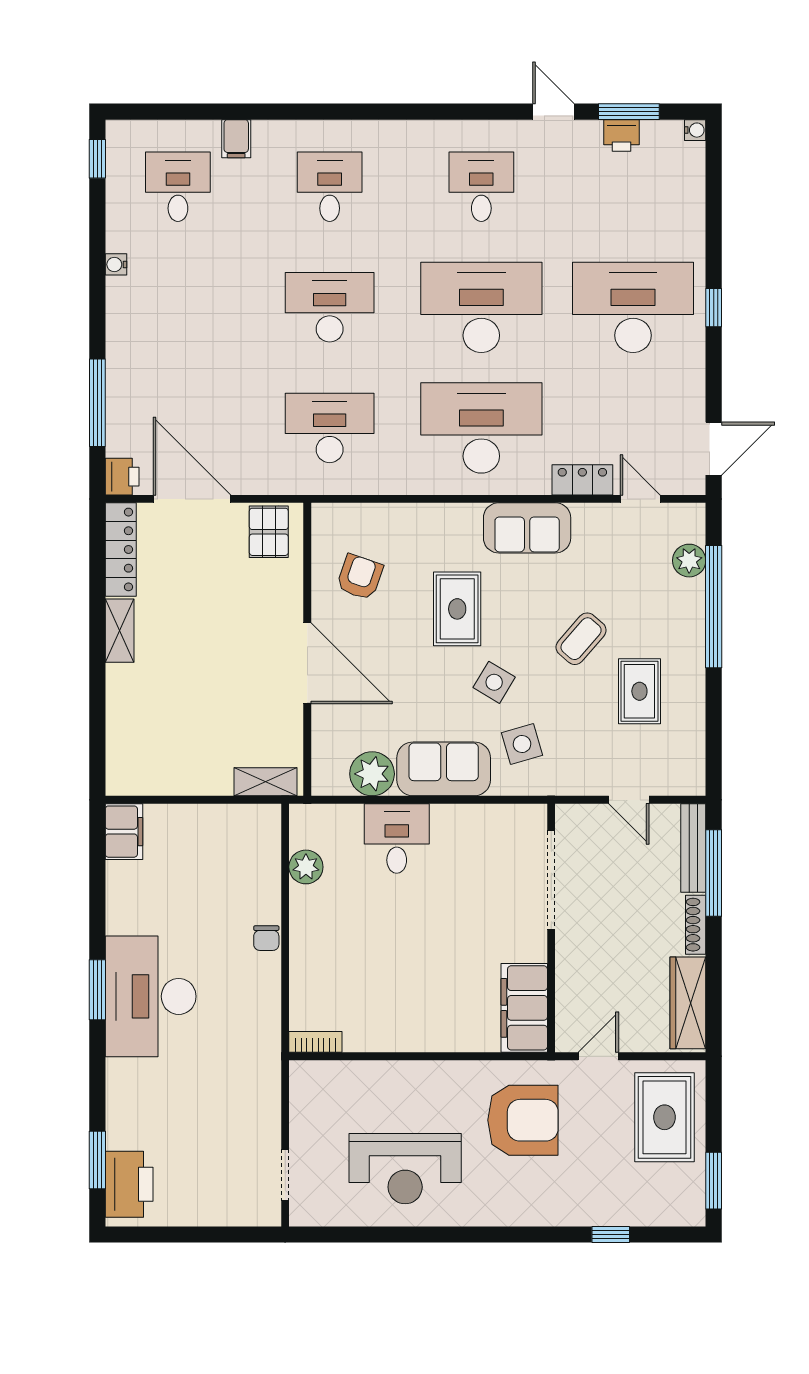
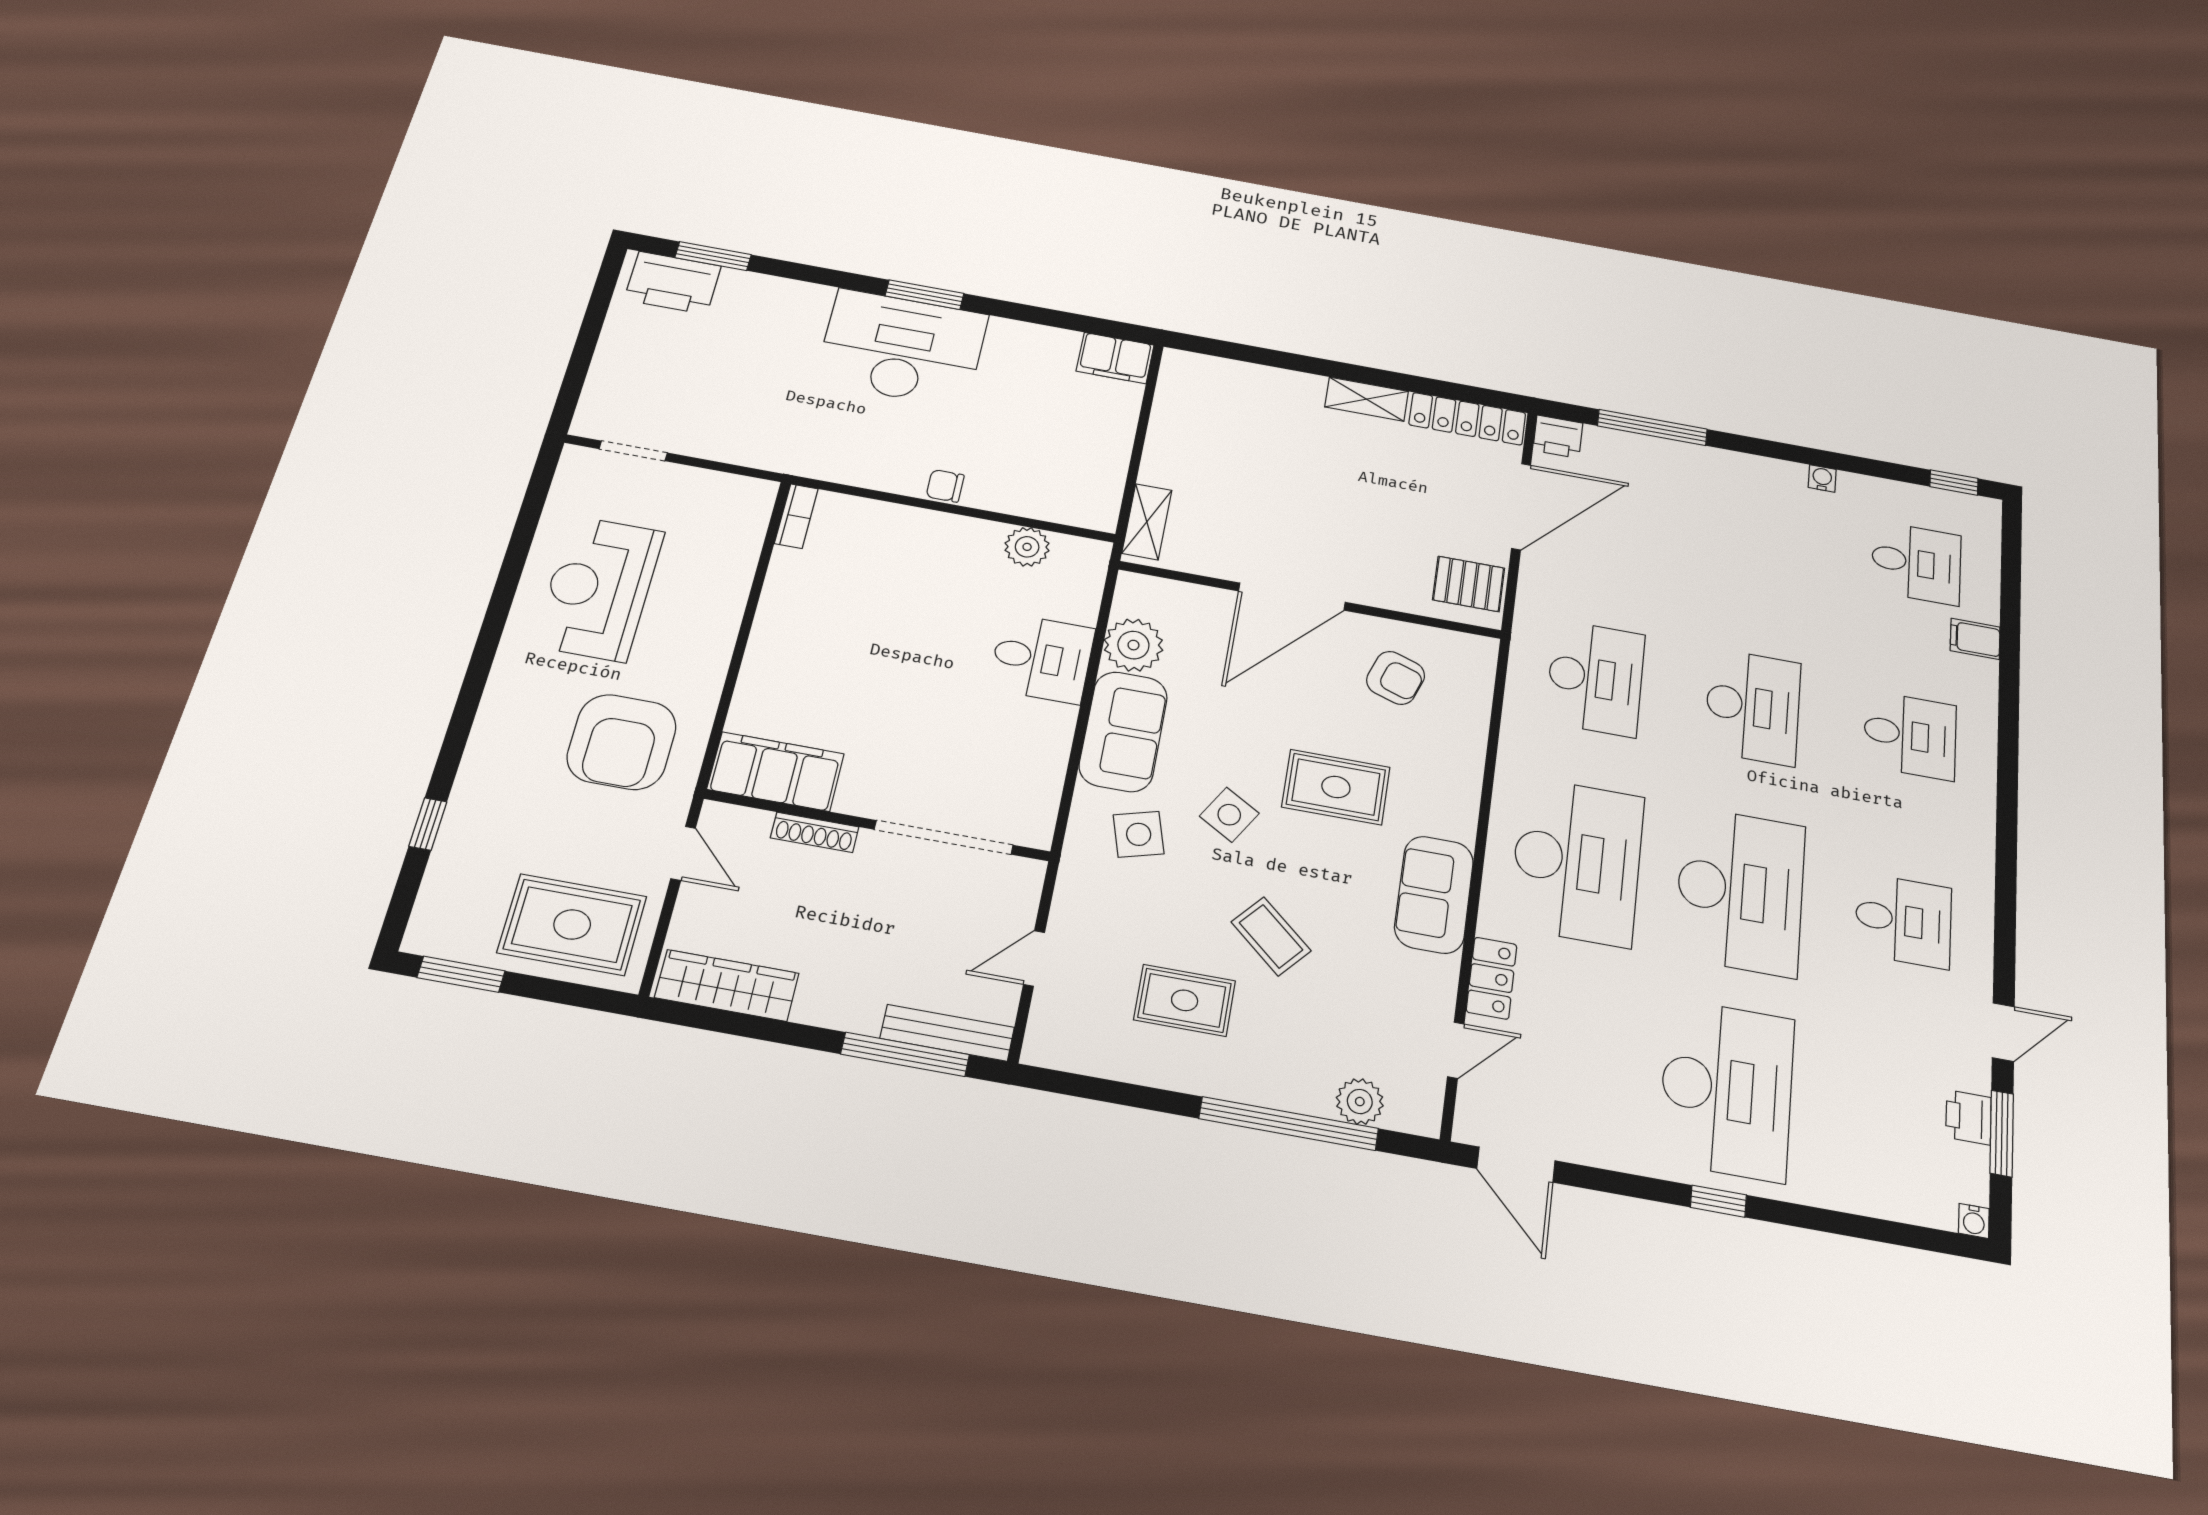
shoe rack: (696, 925) -> (815, 832), moved, turned 180

